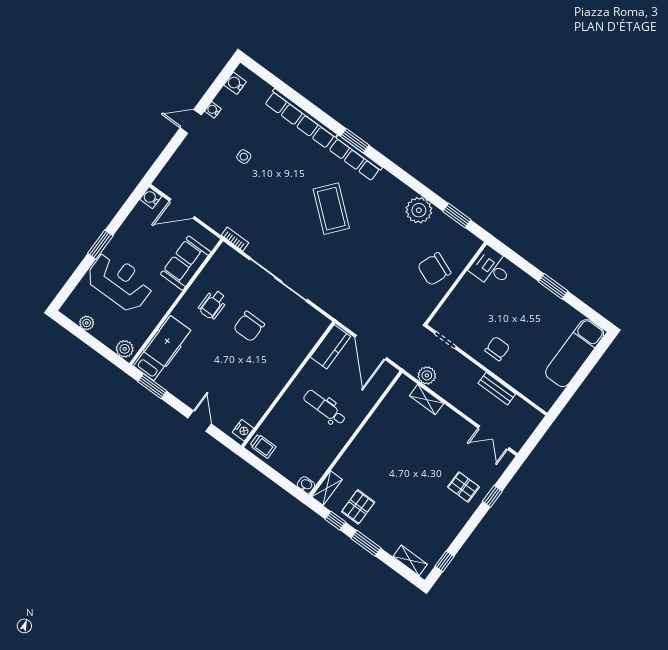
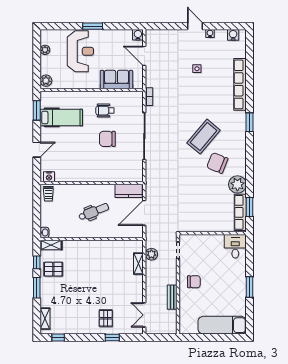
row of seats: (355, 158) -> (240, 212), moved
chair: (434, 269) -> (217, 163), moved
hospital bed: (162, 348) -> (61, 117), moved
dental chair: (325, 407) -> (94, 212), turned 68

